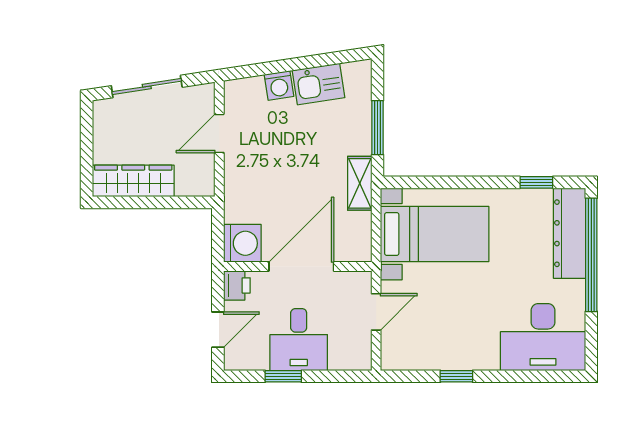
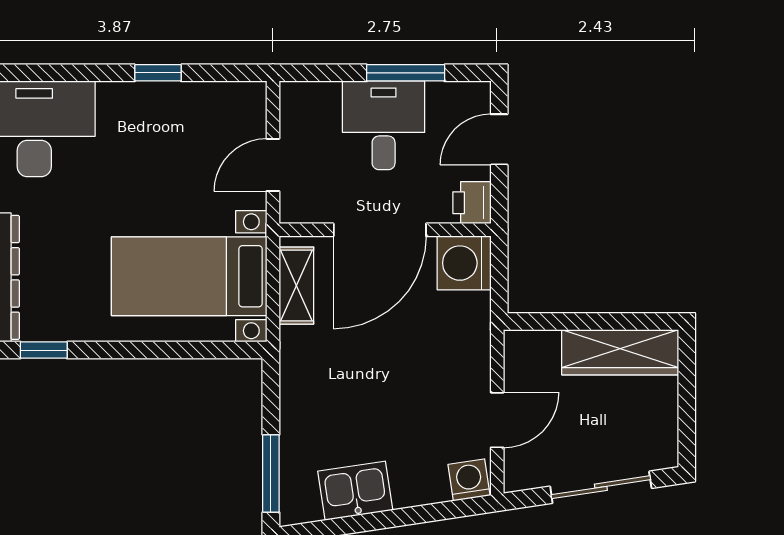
washing machine: (279, 85) -> (469, 480), moved
window: (377, 128) -> (271, 473), moved
shelving: (360, 183) -> (296, 286), moved
window: (283, 376) -> (406, 73), width x1.50

